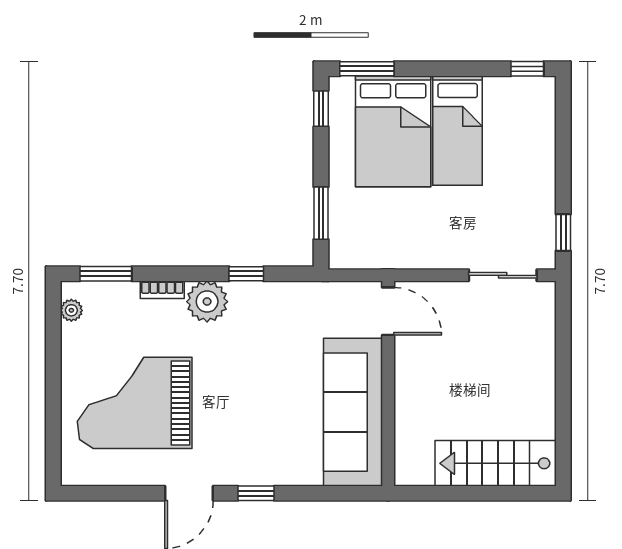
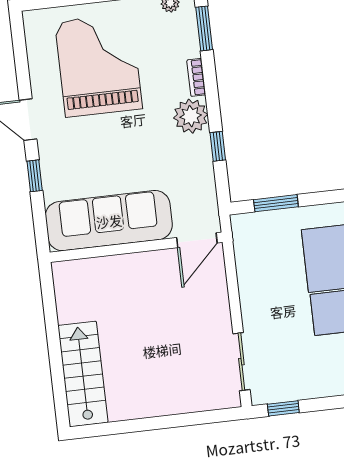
door: (388, 311) -> (197, 240), moved
wall: (388, 384) -> (136, 247), moved
sofa: (353, 412) -> (109, 221), moved

